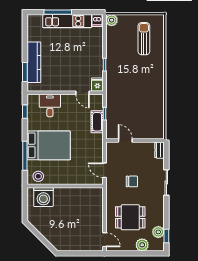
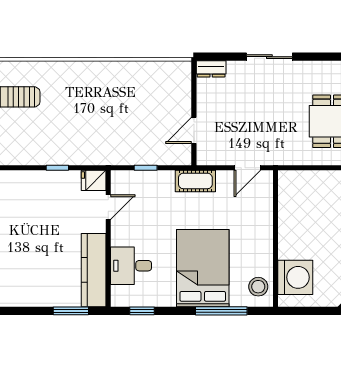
kitchen counter: (34, 62) -> (94, 270), moved, turned -90
cot: (97, 122) -> (195, 181), moved
chair: (132, 181) -> (267, 119), removed

